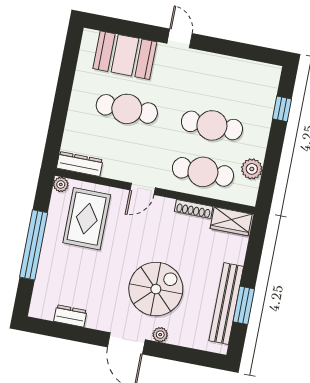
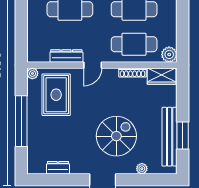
dresser: (80, 164) -> (66, 56), moved
plant: (252, 169) -> (169, 55), moved
plant: (160, 335) -> (142, 169), moved

